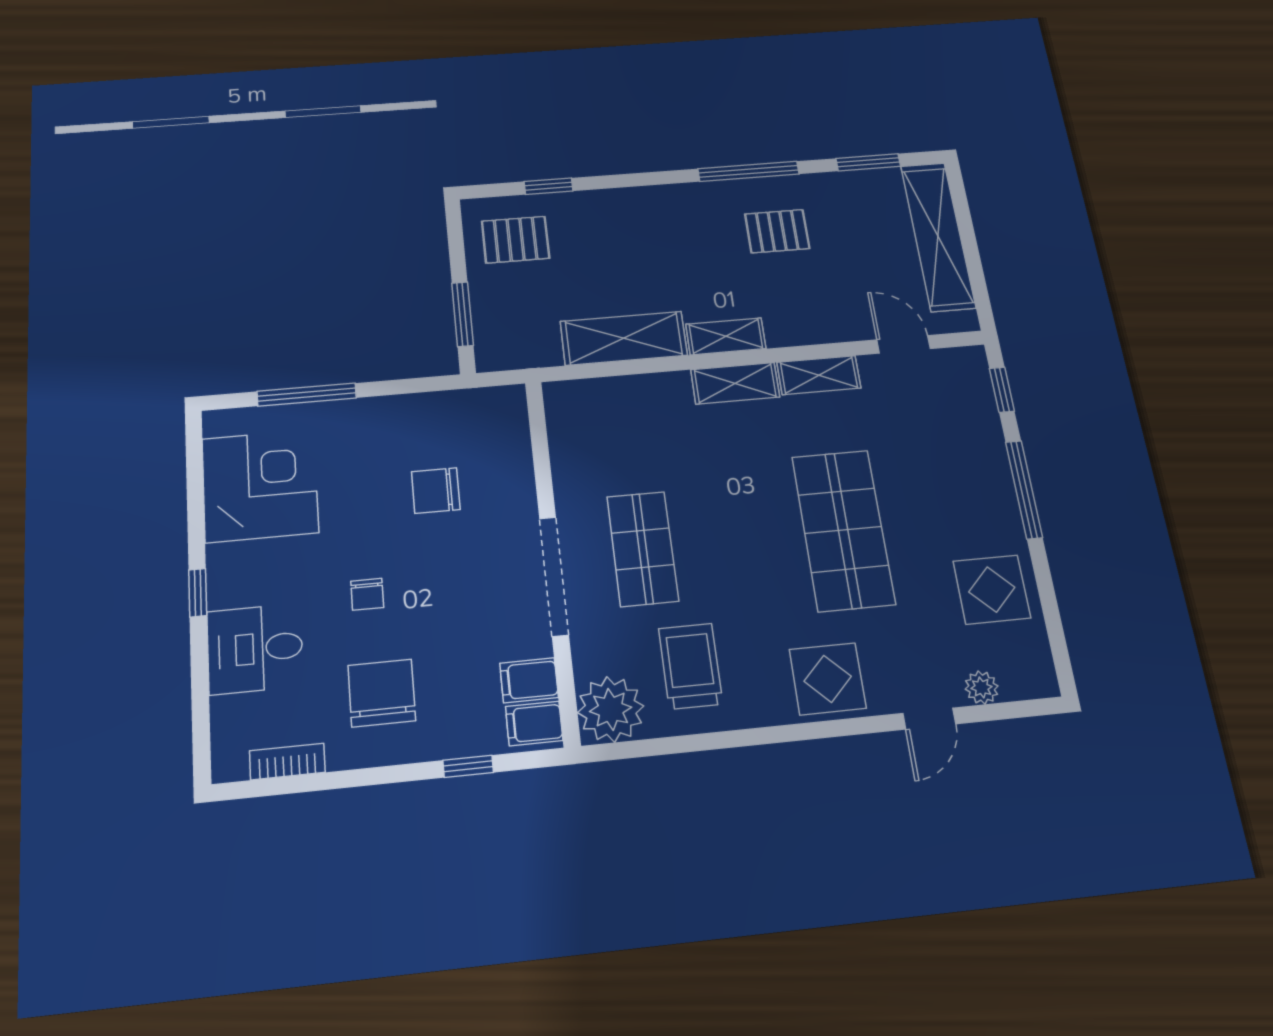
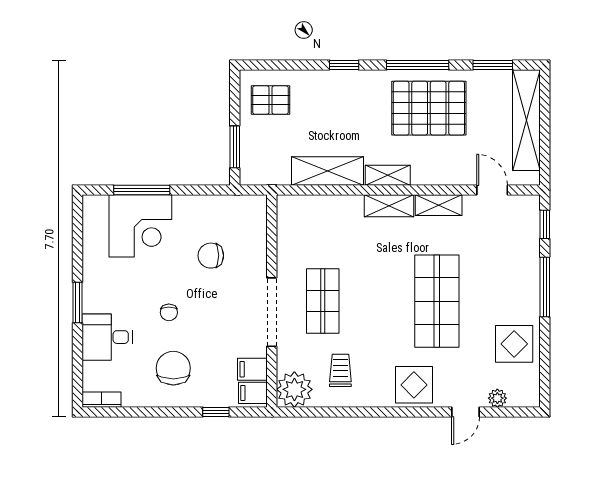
window: (549, 186) -> (344, 65), moved
pallet: (777, 231) -> (429, 108), width x2.05, depth x2.00
corner desk: (260, 486) -> (140, 226), moved, turned 90
window: (198, 593) -> (77, 302), width x1.50
trolley: (691, 666) -> (340, 370), width x0.73, depth x0.72
bookcase: (287, 762) -> (101, 400), moved

